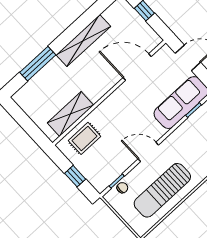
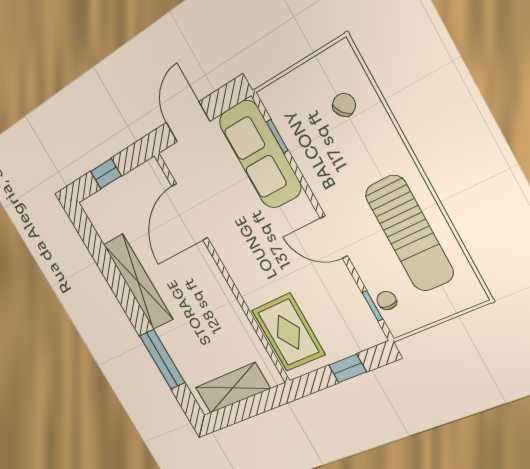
shelving: (70, 114) -> (232, 388), moved, turned 90
rug: (85, 138) -> (288, 332), width x1.36, depth x1.43
door: (148, 152) -> (334, 237), hinge flipped

